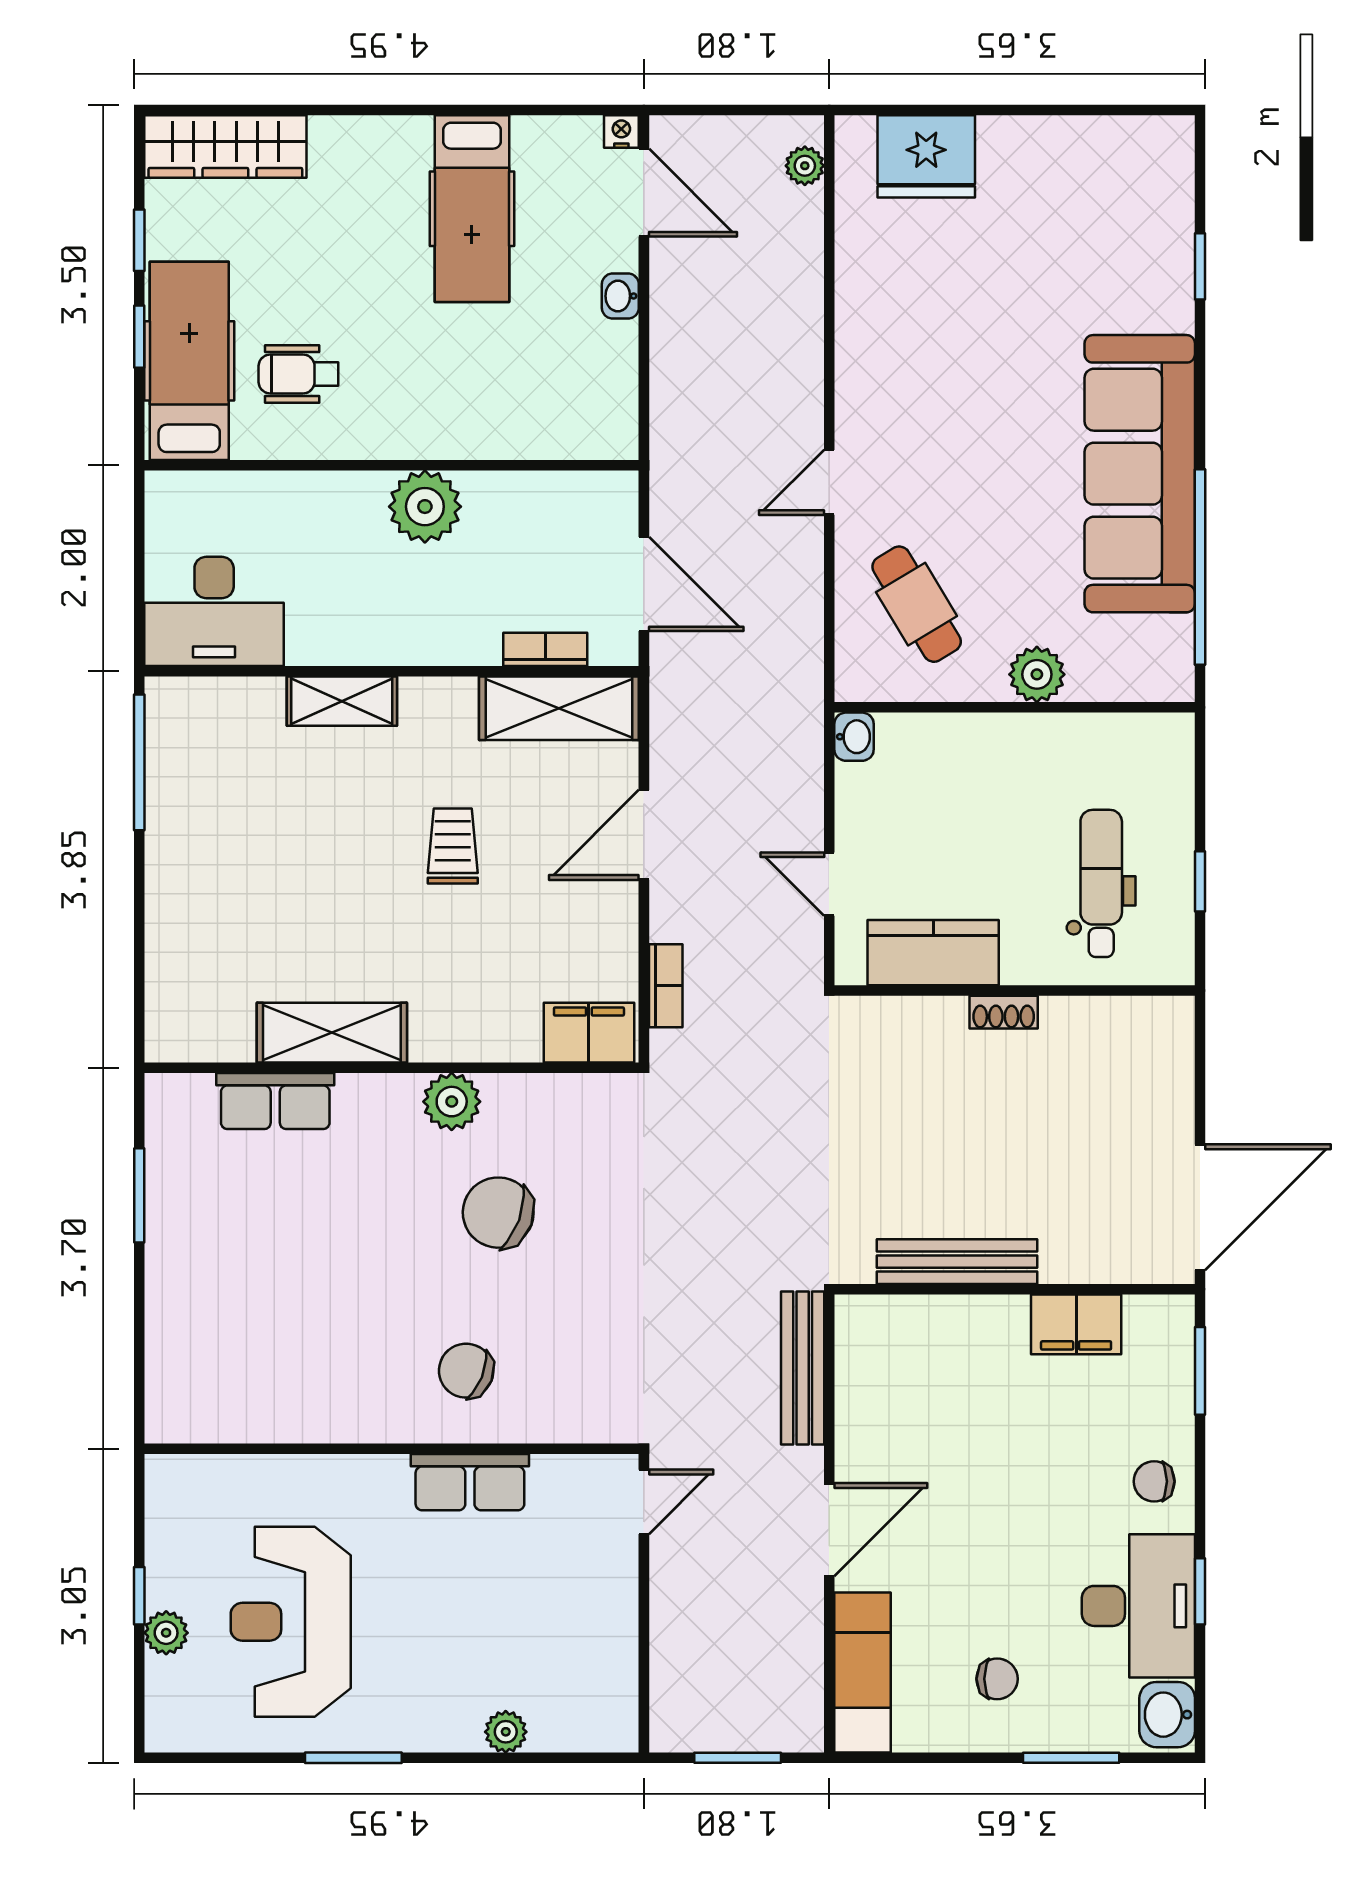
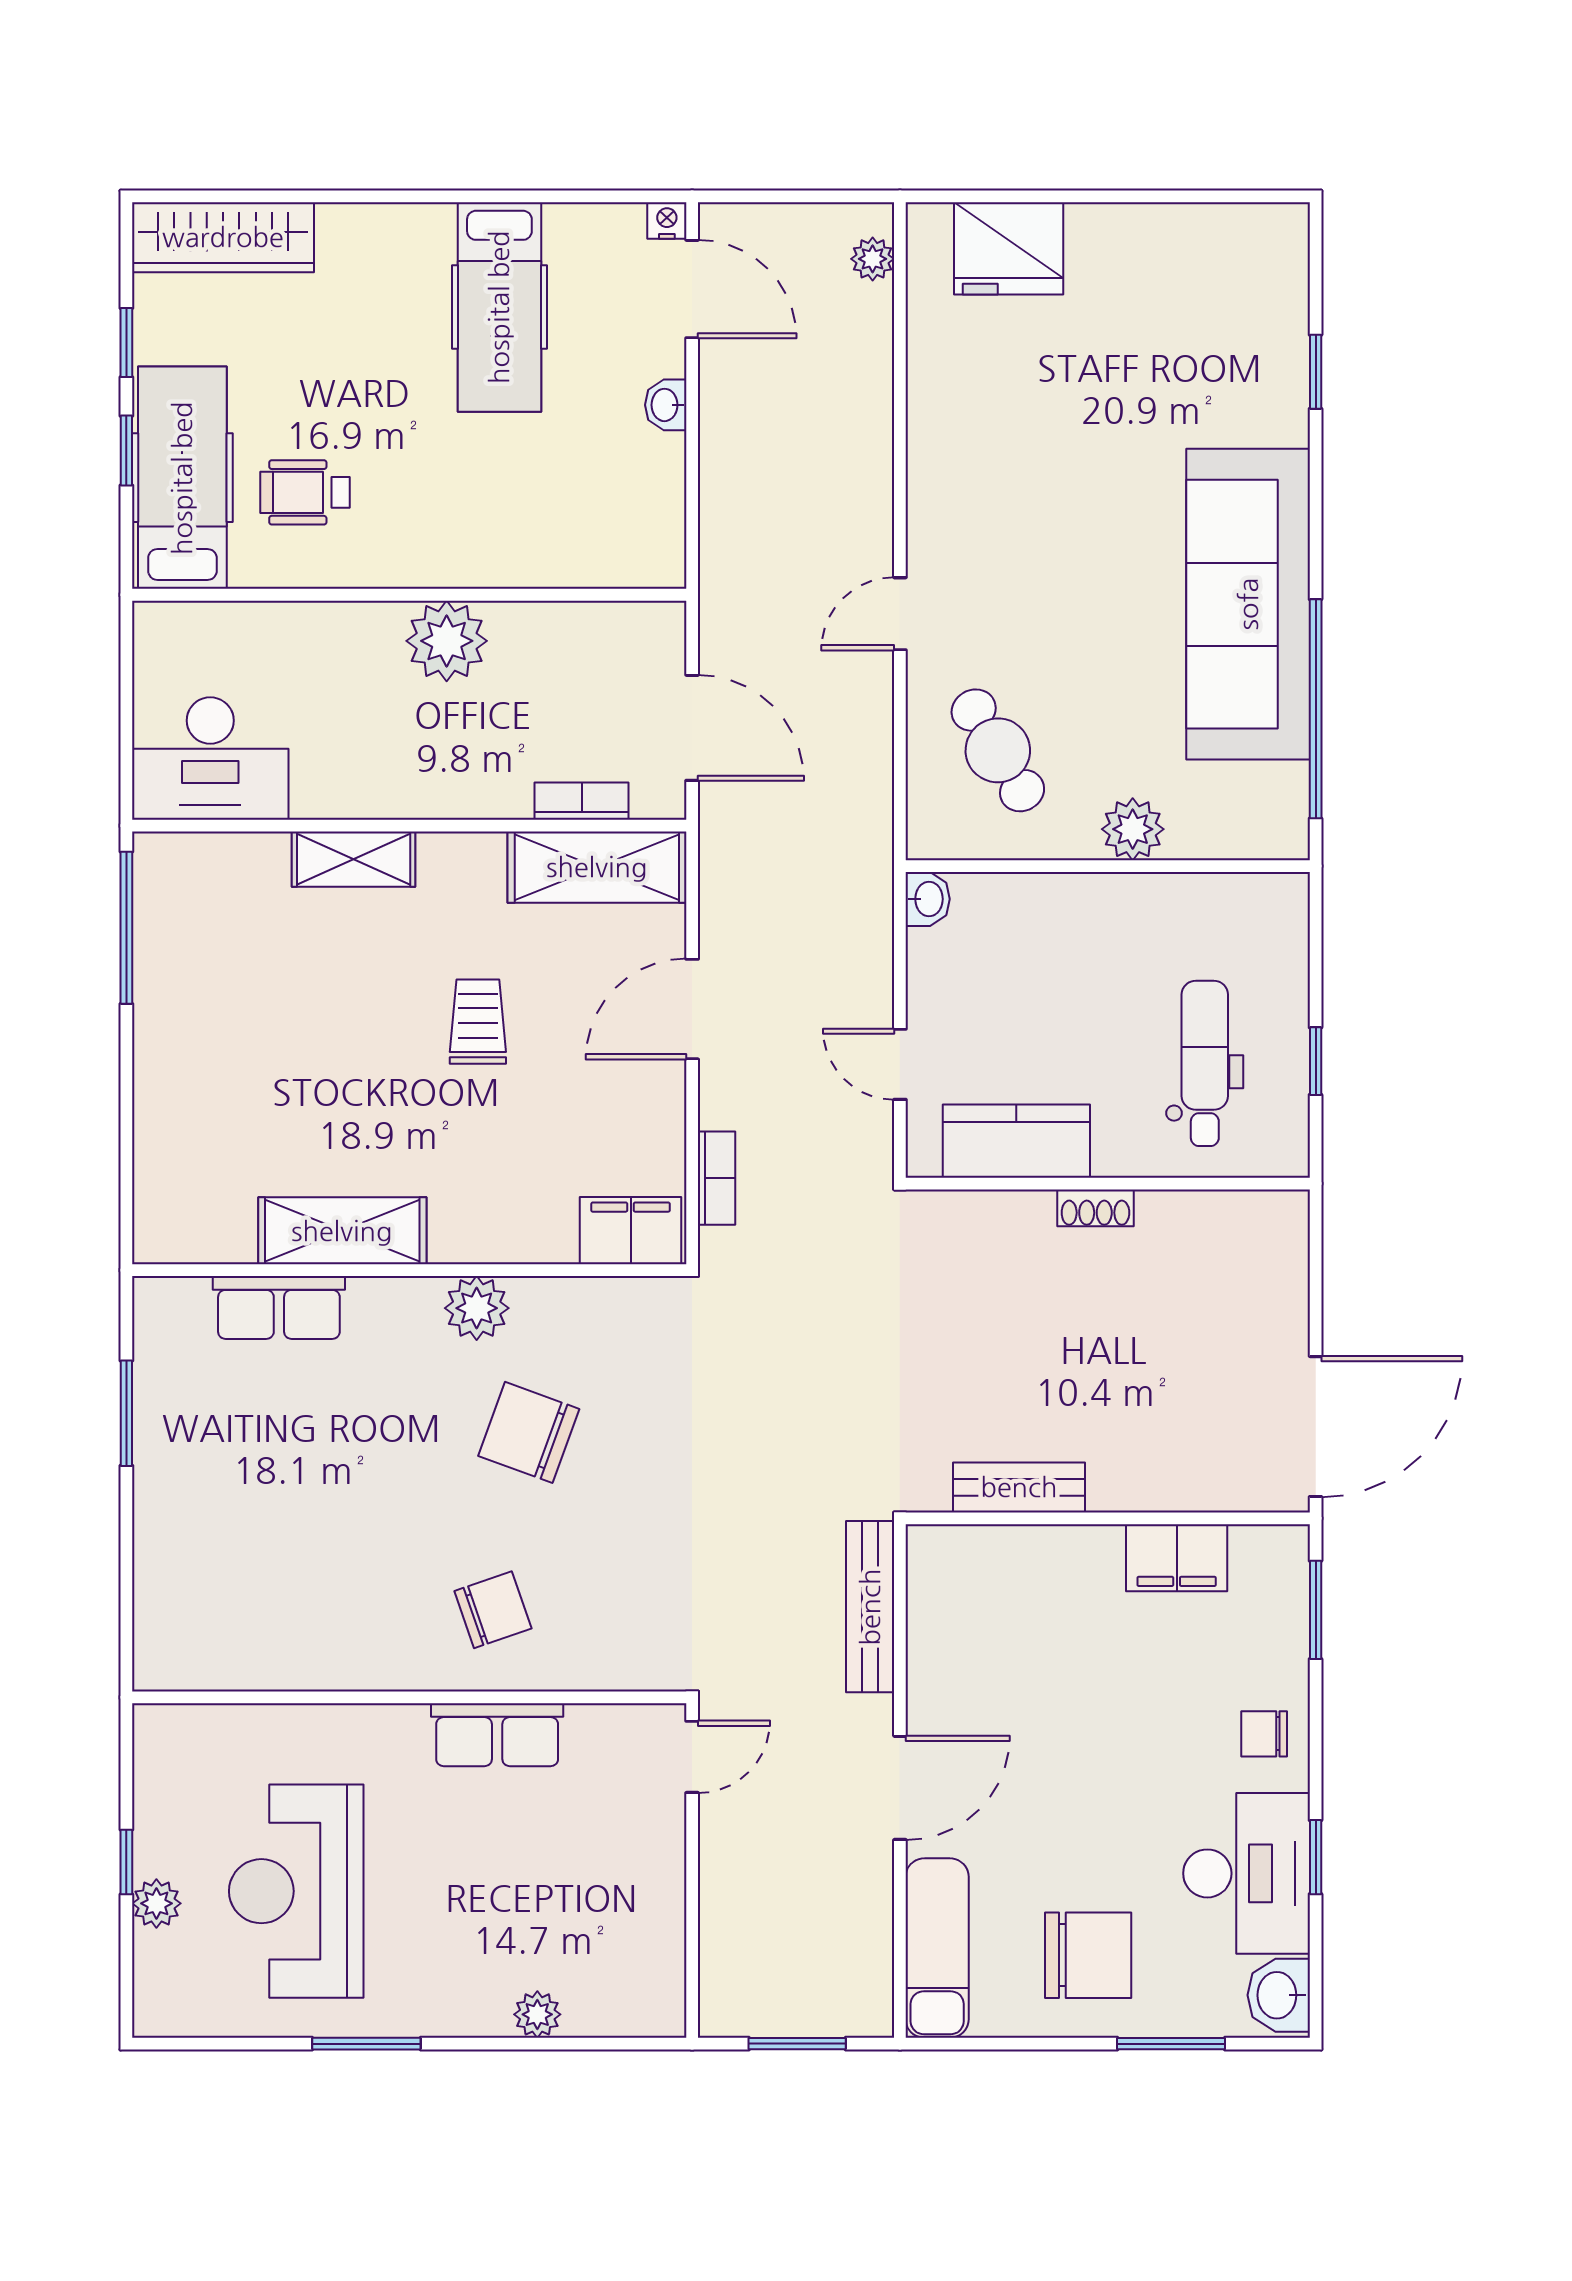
bench: (957, 1262) -> (1019, 1487), width x0.73
chair: (466, 1371) -> (493, 1610), turned 139
chair: (997, 1679) -> (1088, 1955), width x1.87, depth x1.87

